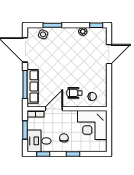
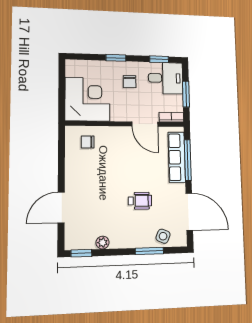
wheelchair: (75, 93) -> (140, 201), moved
door: (54, 109) -> (145, 124), hinge flipped

